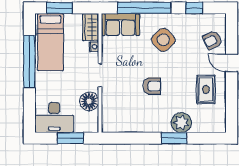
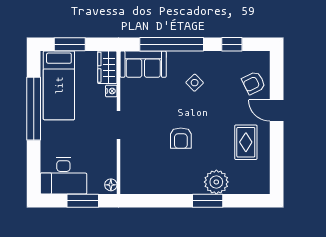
side table: (163, 40) -> (195, 83), width x0.54, depth x0.54
armchair: (152, 86) -> (181, 138), turned 90
floor lamp: (89, 101) -> (111, 185), moved, width x0.53, depth x0.53

